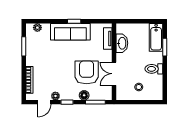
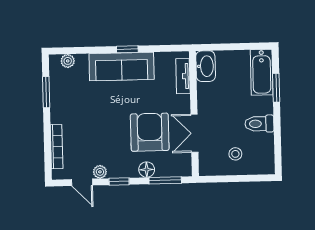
washbasin: (122, 43) -> (206, 66), moved
door: (44, 102) -> (82, 182), hinge flipped

